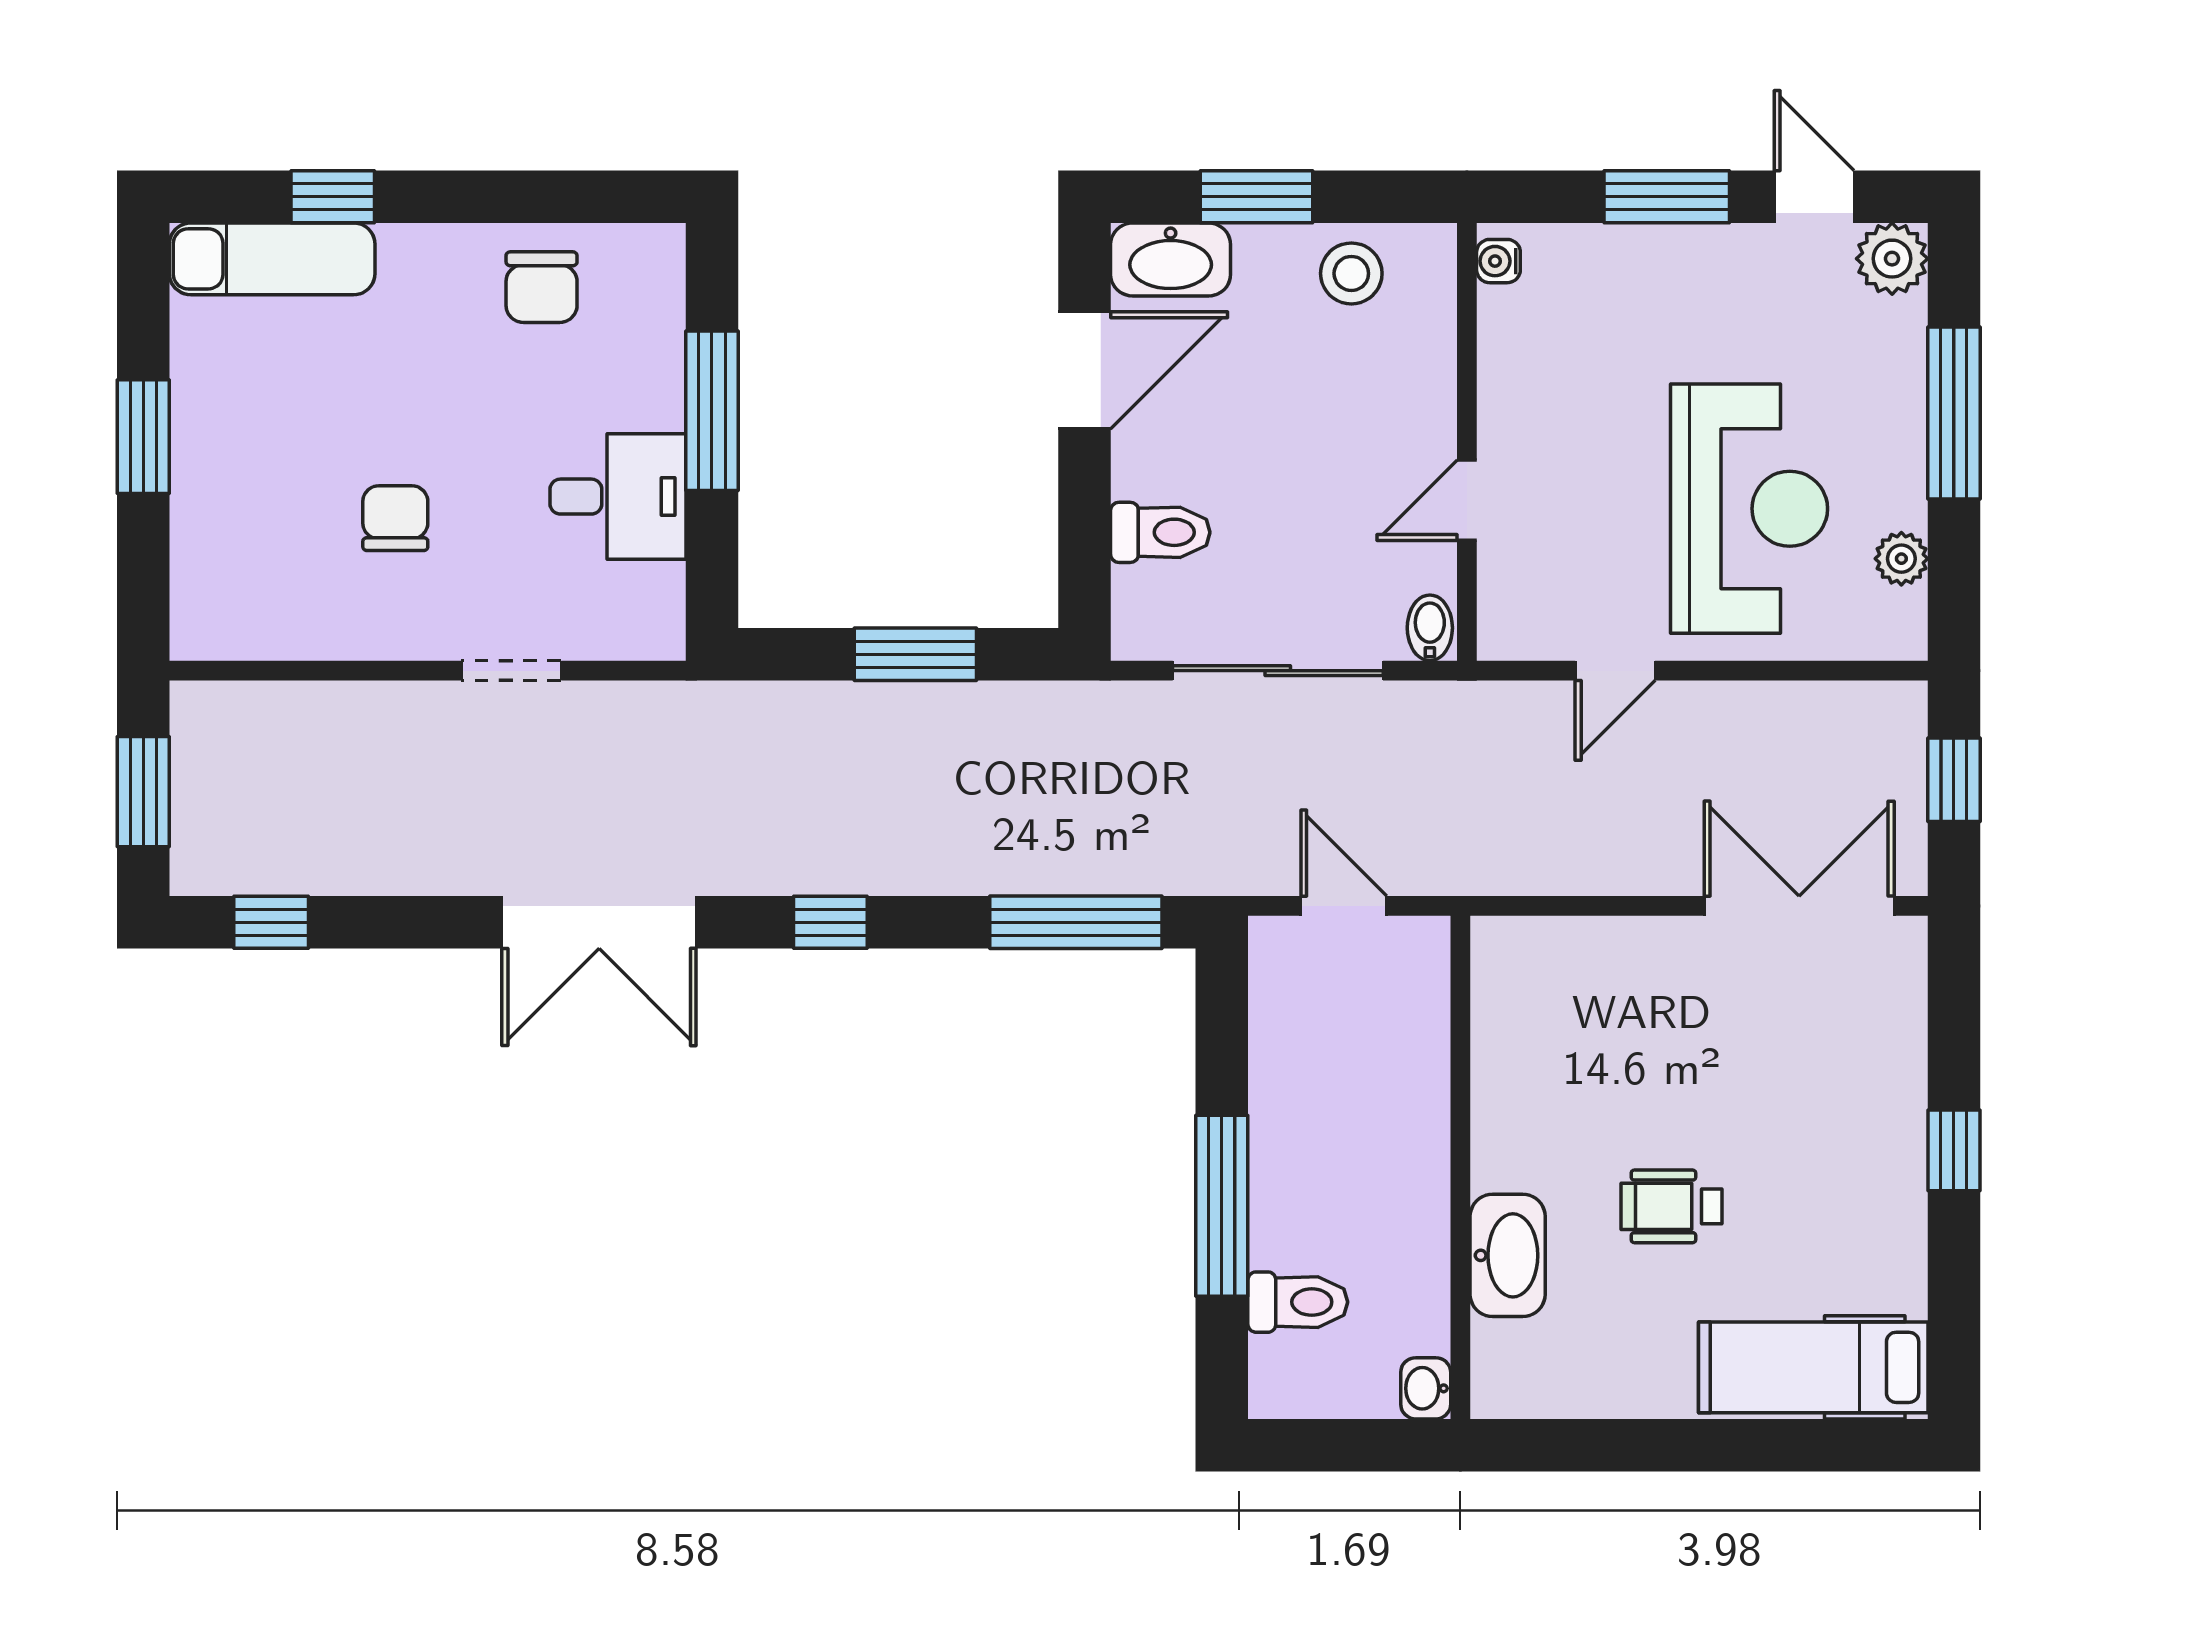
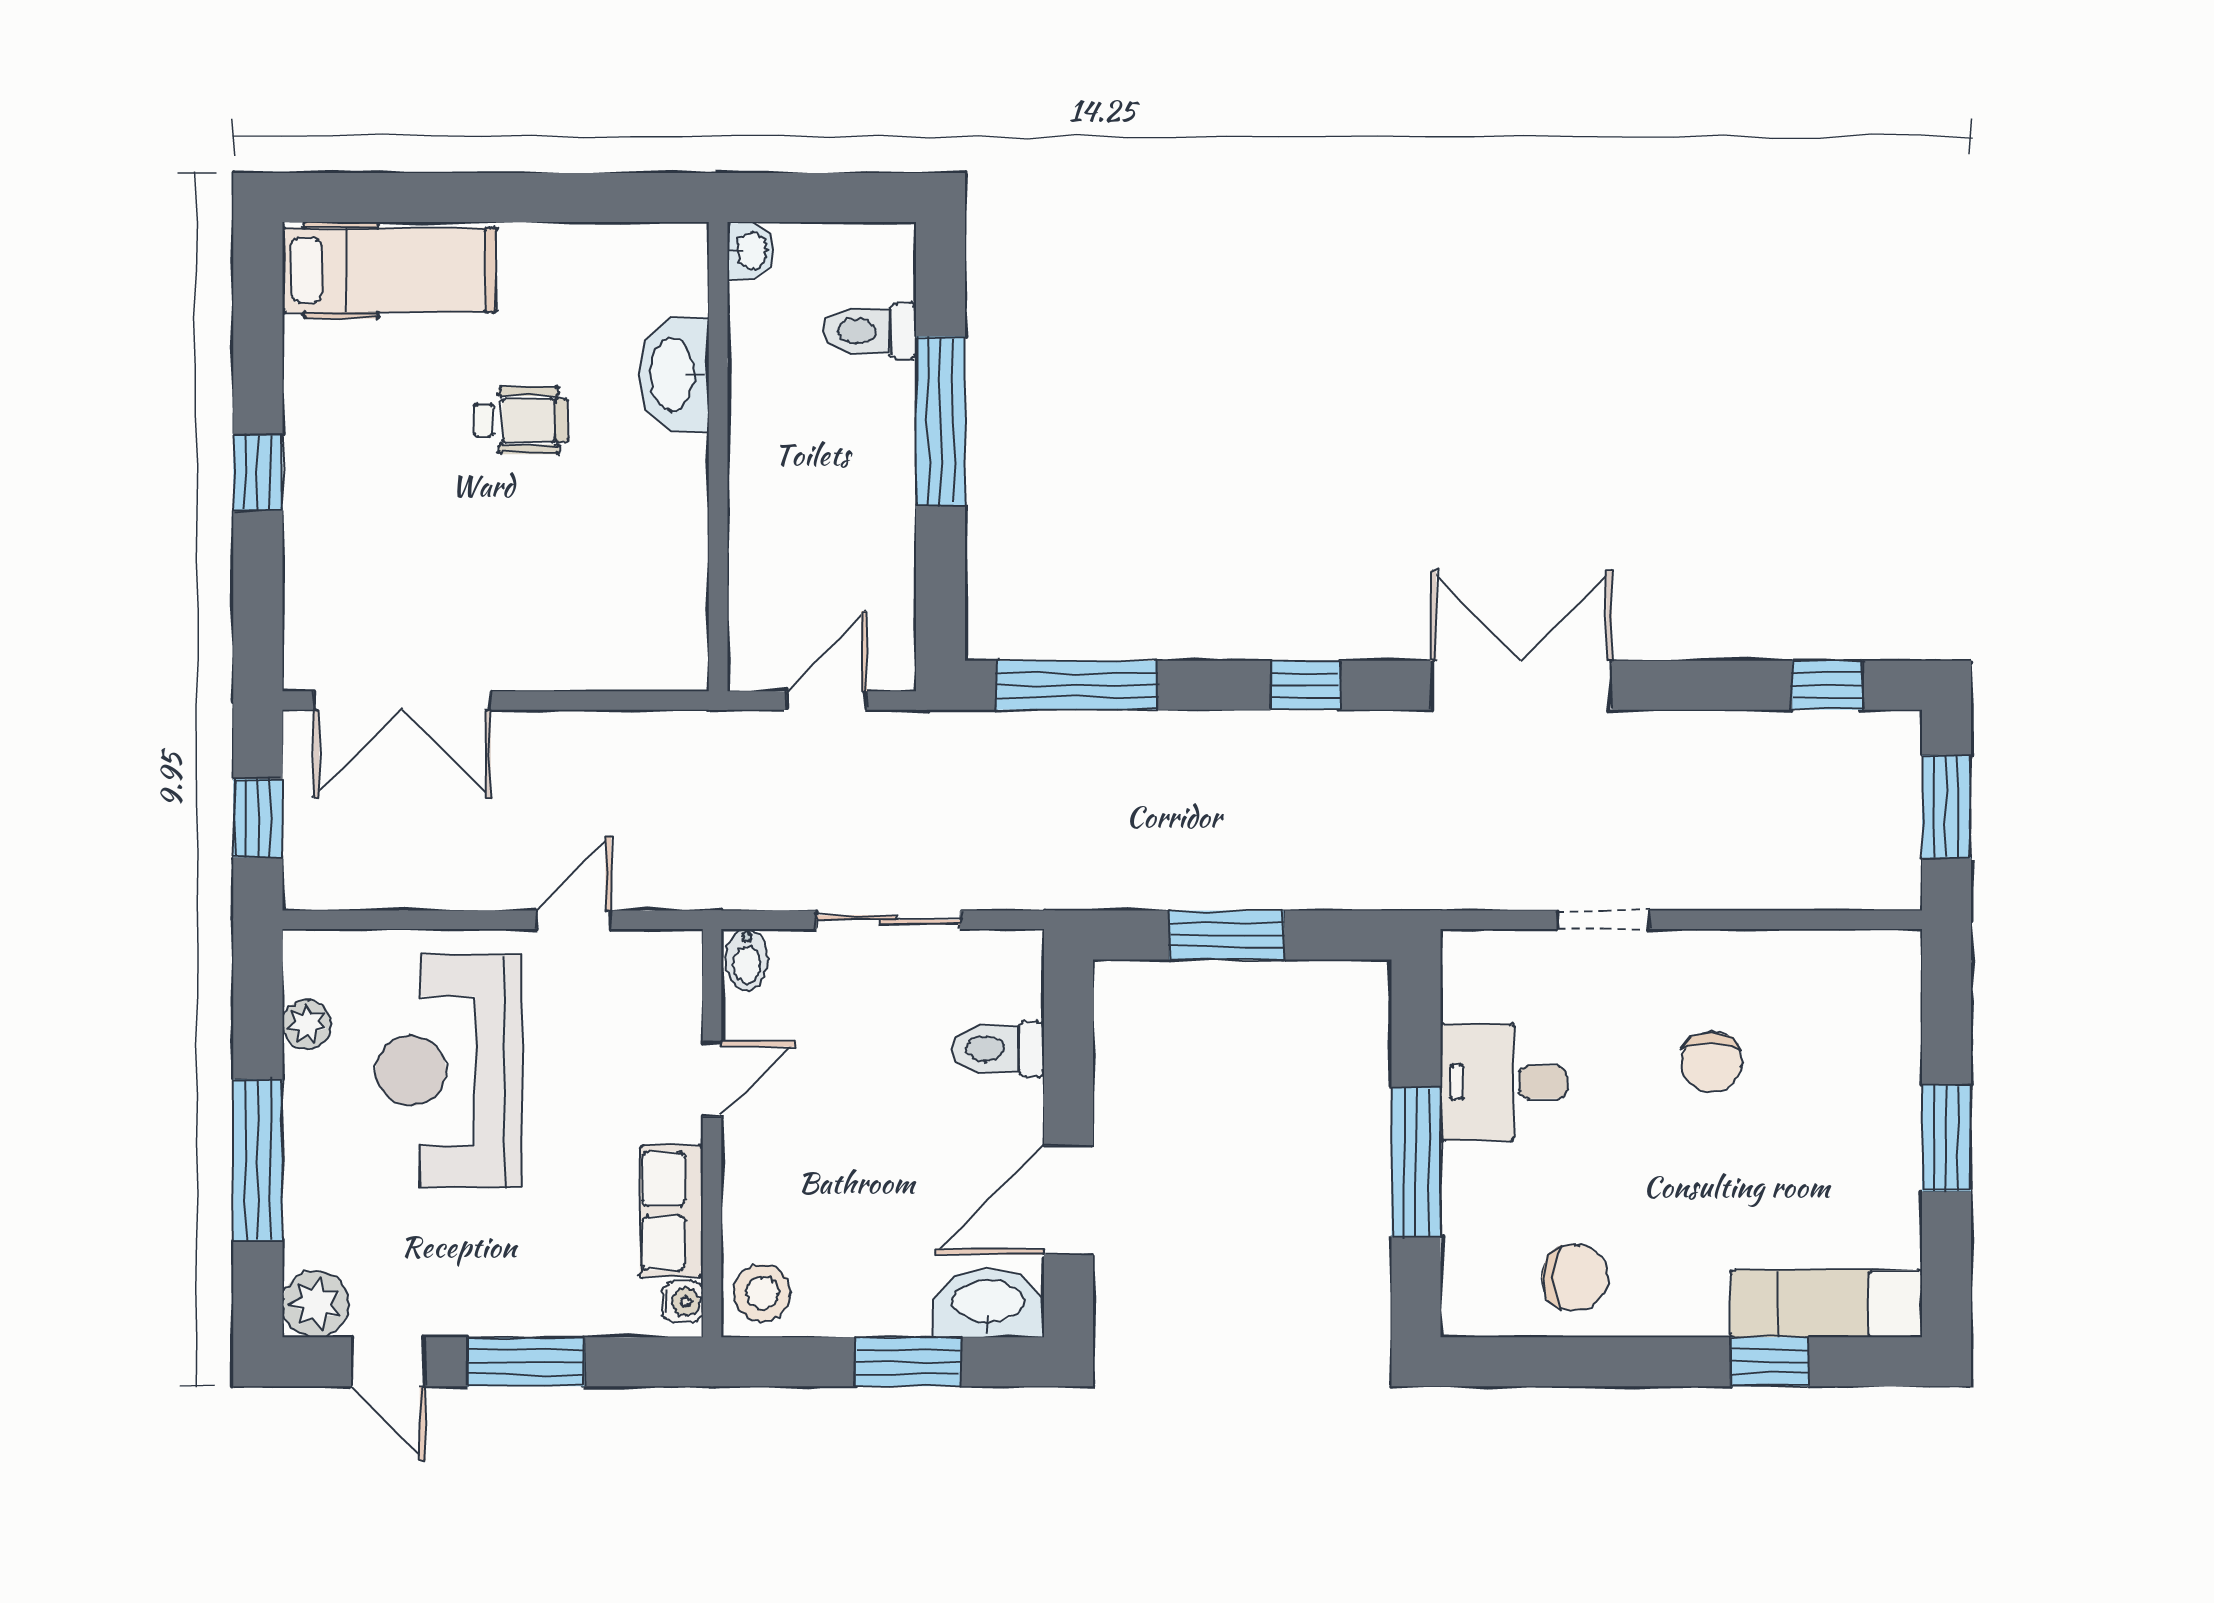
stool: (1351, 273) -> (762, 1293), moved
chair: (542, 287) -> (1575, 1277), turned 90
row of seats: (1510, 359) -> (671, 1211), added
sliding door: (1278, 671) -> (888, 920), width x0.73
door: (1344, 906) -> (827, 700), swing flipped

